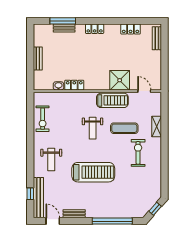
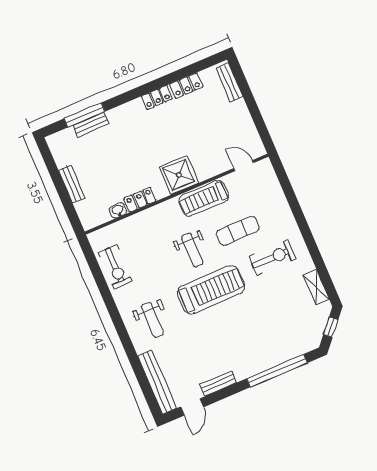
locker: (95, 29) -> (157, 97), moved
shower: (120, 80) -> (179, 175), moved
treadmill: (112, 100) -> (204, 198), turned 180
shelving: (157, 127) -> (316, 287), moved
exercise bike: (138, 153) -> (272, 258), turned 90
treadmill: (93, 172) -> (211, 290), moved
window: (30, 194) -> (143, 382), removed
door: (53, 221) -> (192, 407), swing flipped

